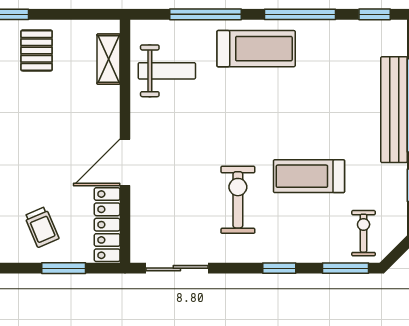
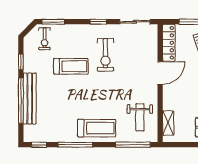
window: (206, 14) -> (133, 145), moved
treadmill: (256, 49) -> (97, 128), turned 180
weight bench: (167, 71) -> (140, 117), turned -90
window: (279, 268) -> (98, 22), moved

